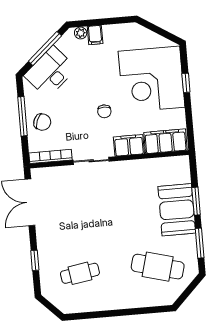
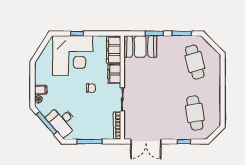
chair: (42, 122) -> (94, 129), removed
booth: (177, 210) -> (140, 46), moved
cafe table: (158, 267) -> (195, 62), turned -30
cafe table: (80, 273) -> (195, 113), width x1.37, depth x1.35

